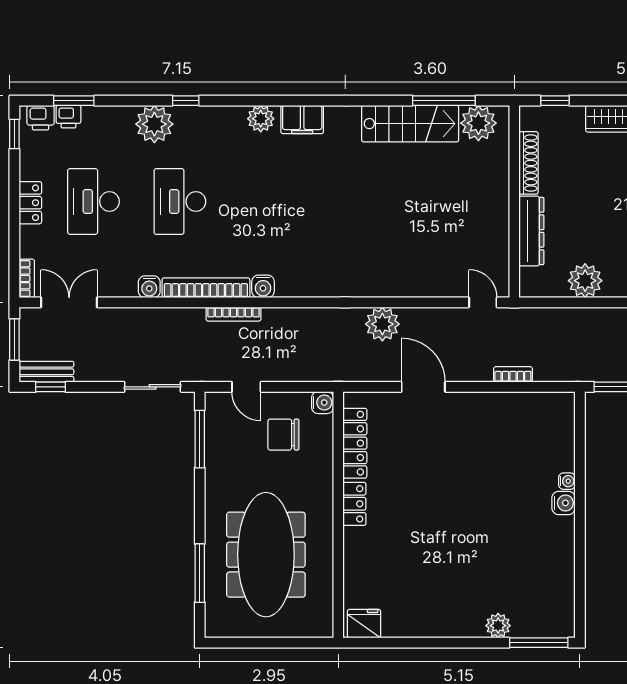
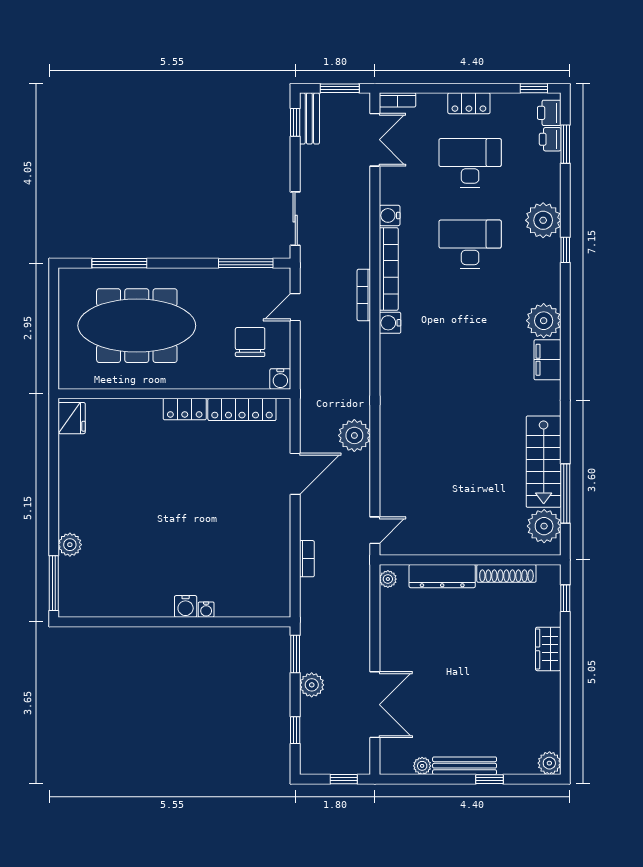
plant: (261, 119) -> (544, 321), width x1.36, depth x1.36
plant: (585, 281) -> (388, 579), moved, width x0.53, depth x0.53

